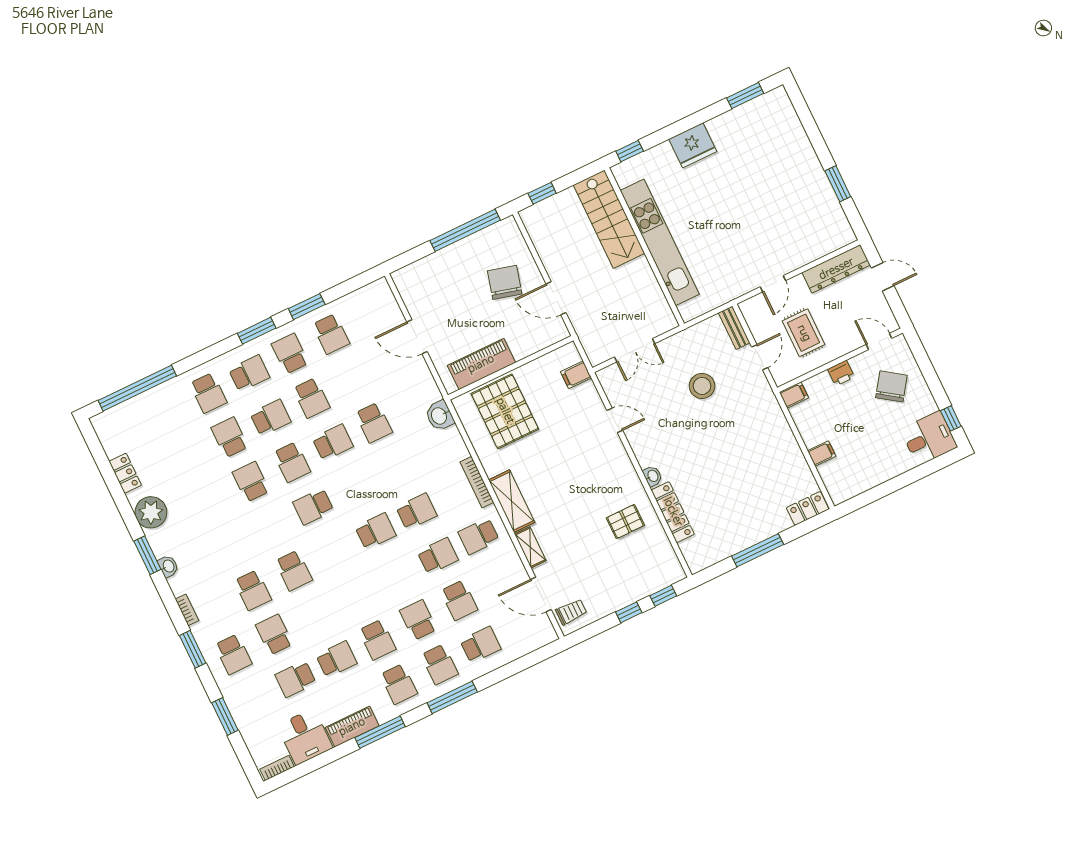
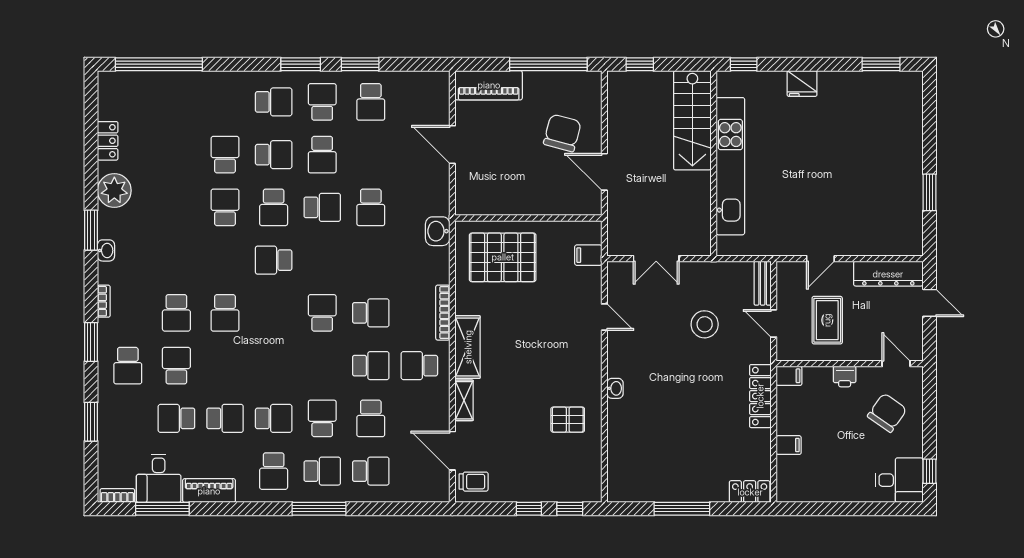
fridge: (693, 145) -> (802, 84), width x0.73, depth x0.75
door: (760, 357) -> (774, 323), swing flipped
piano: (481, 364) -> (489, 85), moved, turned 180
school desk: (208, 393) -> (225, 102), removed
pallet: (505, 411) -> (503, 257), turned 90
locker: (673, 512) -> (760, 396), moved, turned 180
school desk: (376, 531) -> (322, 313), turned -90
school desk: (377, 640) -> (274, 418), turned -90
school desk: (440, 664) -> (322, 471), turned -90
window: (380, 732) -> (162, 509), moved

